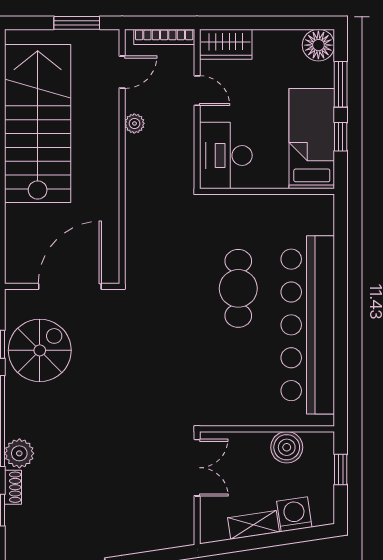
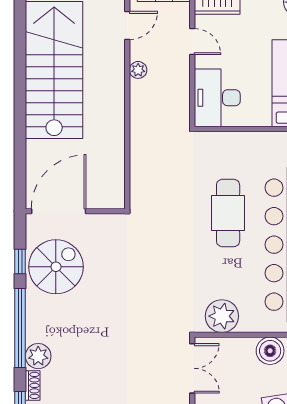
door: (70, 286) -> (59, 211), moved
plant: (231, 407) -> (222, 316), added

